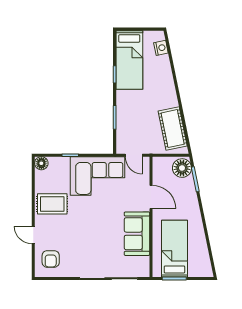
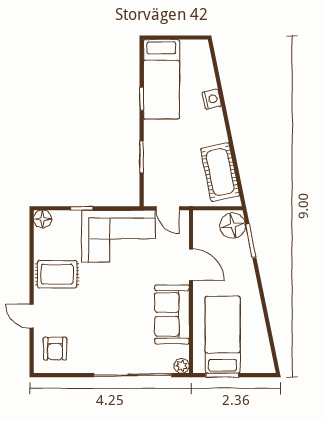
nightstand: (161, 48) -> (212, 99), moved
plant: (144, 272) -> (182, 366), added

